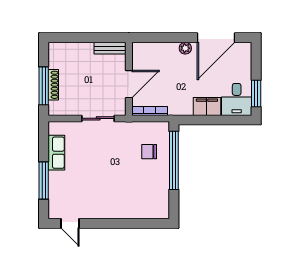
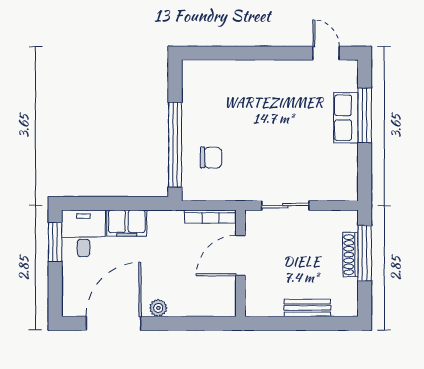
bench: (110, 48) -> (307, 308), moved
row of seats: (56, 153) -> (346, 118), moved

